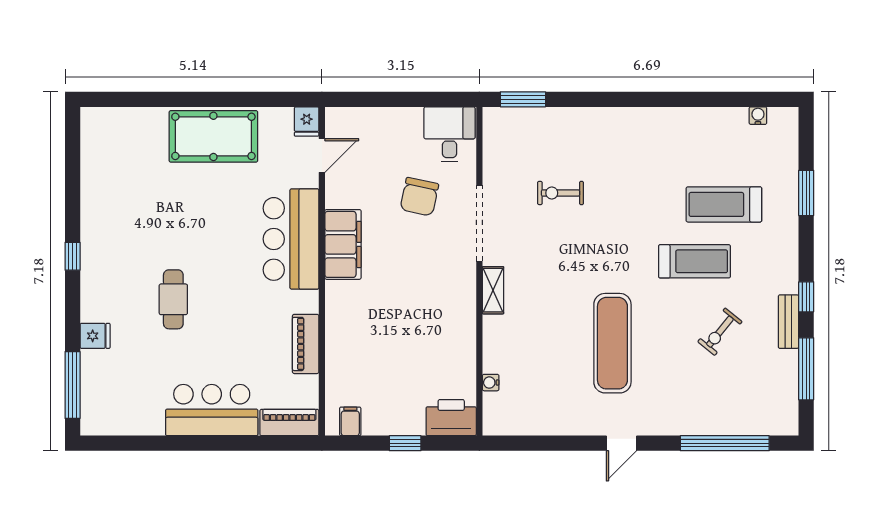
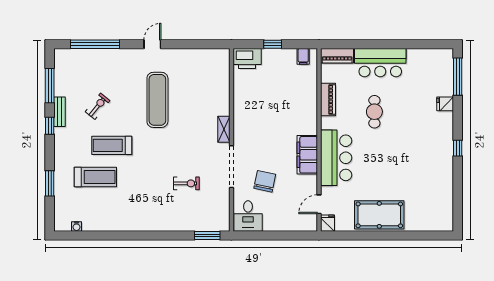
cafe table: (173, 299) -> (374, 112), moved
water cooler: (491, 383) -> (225, 78), removed

